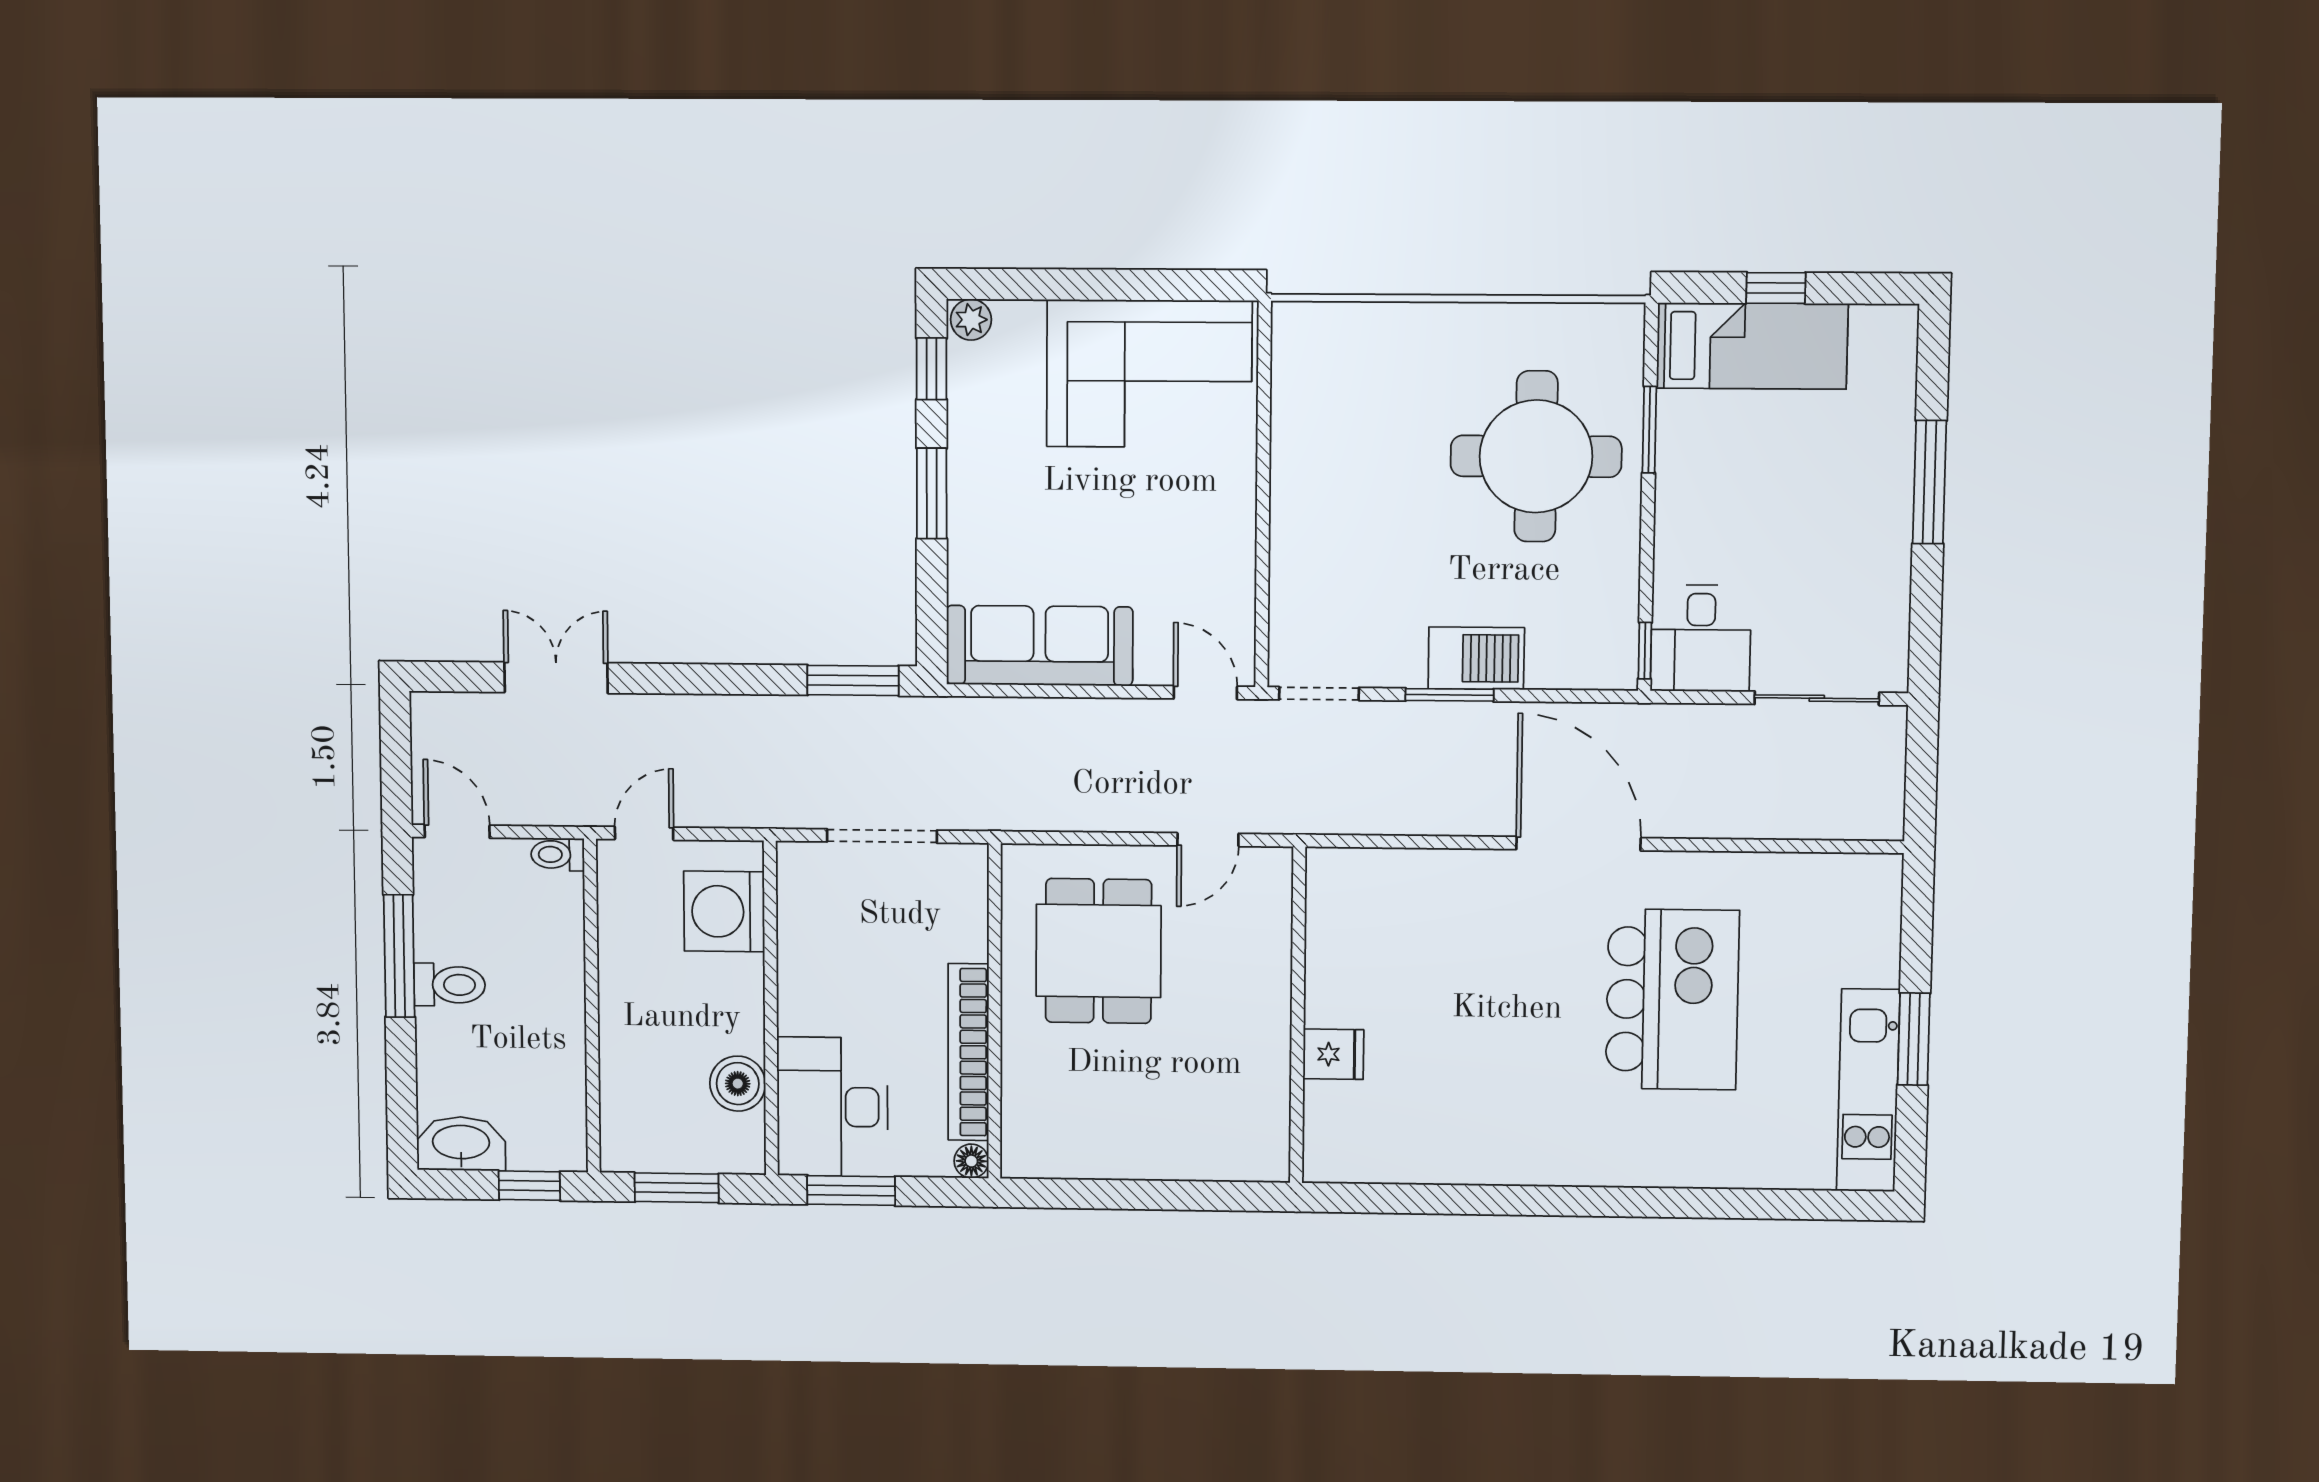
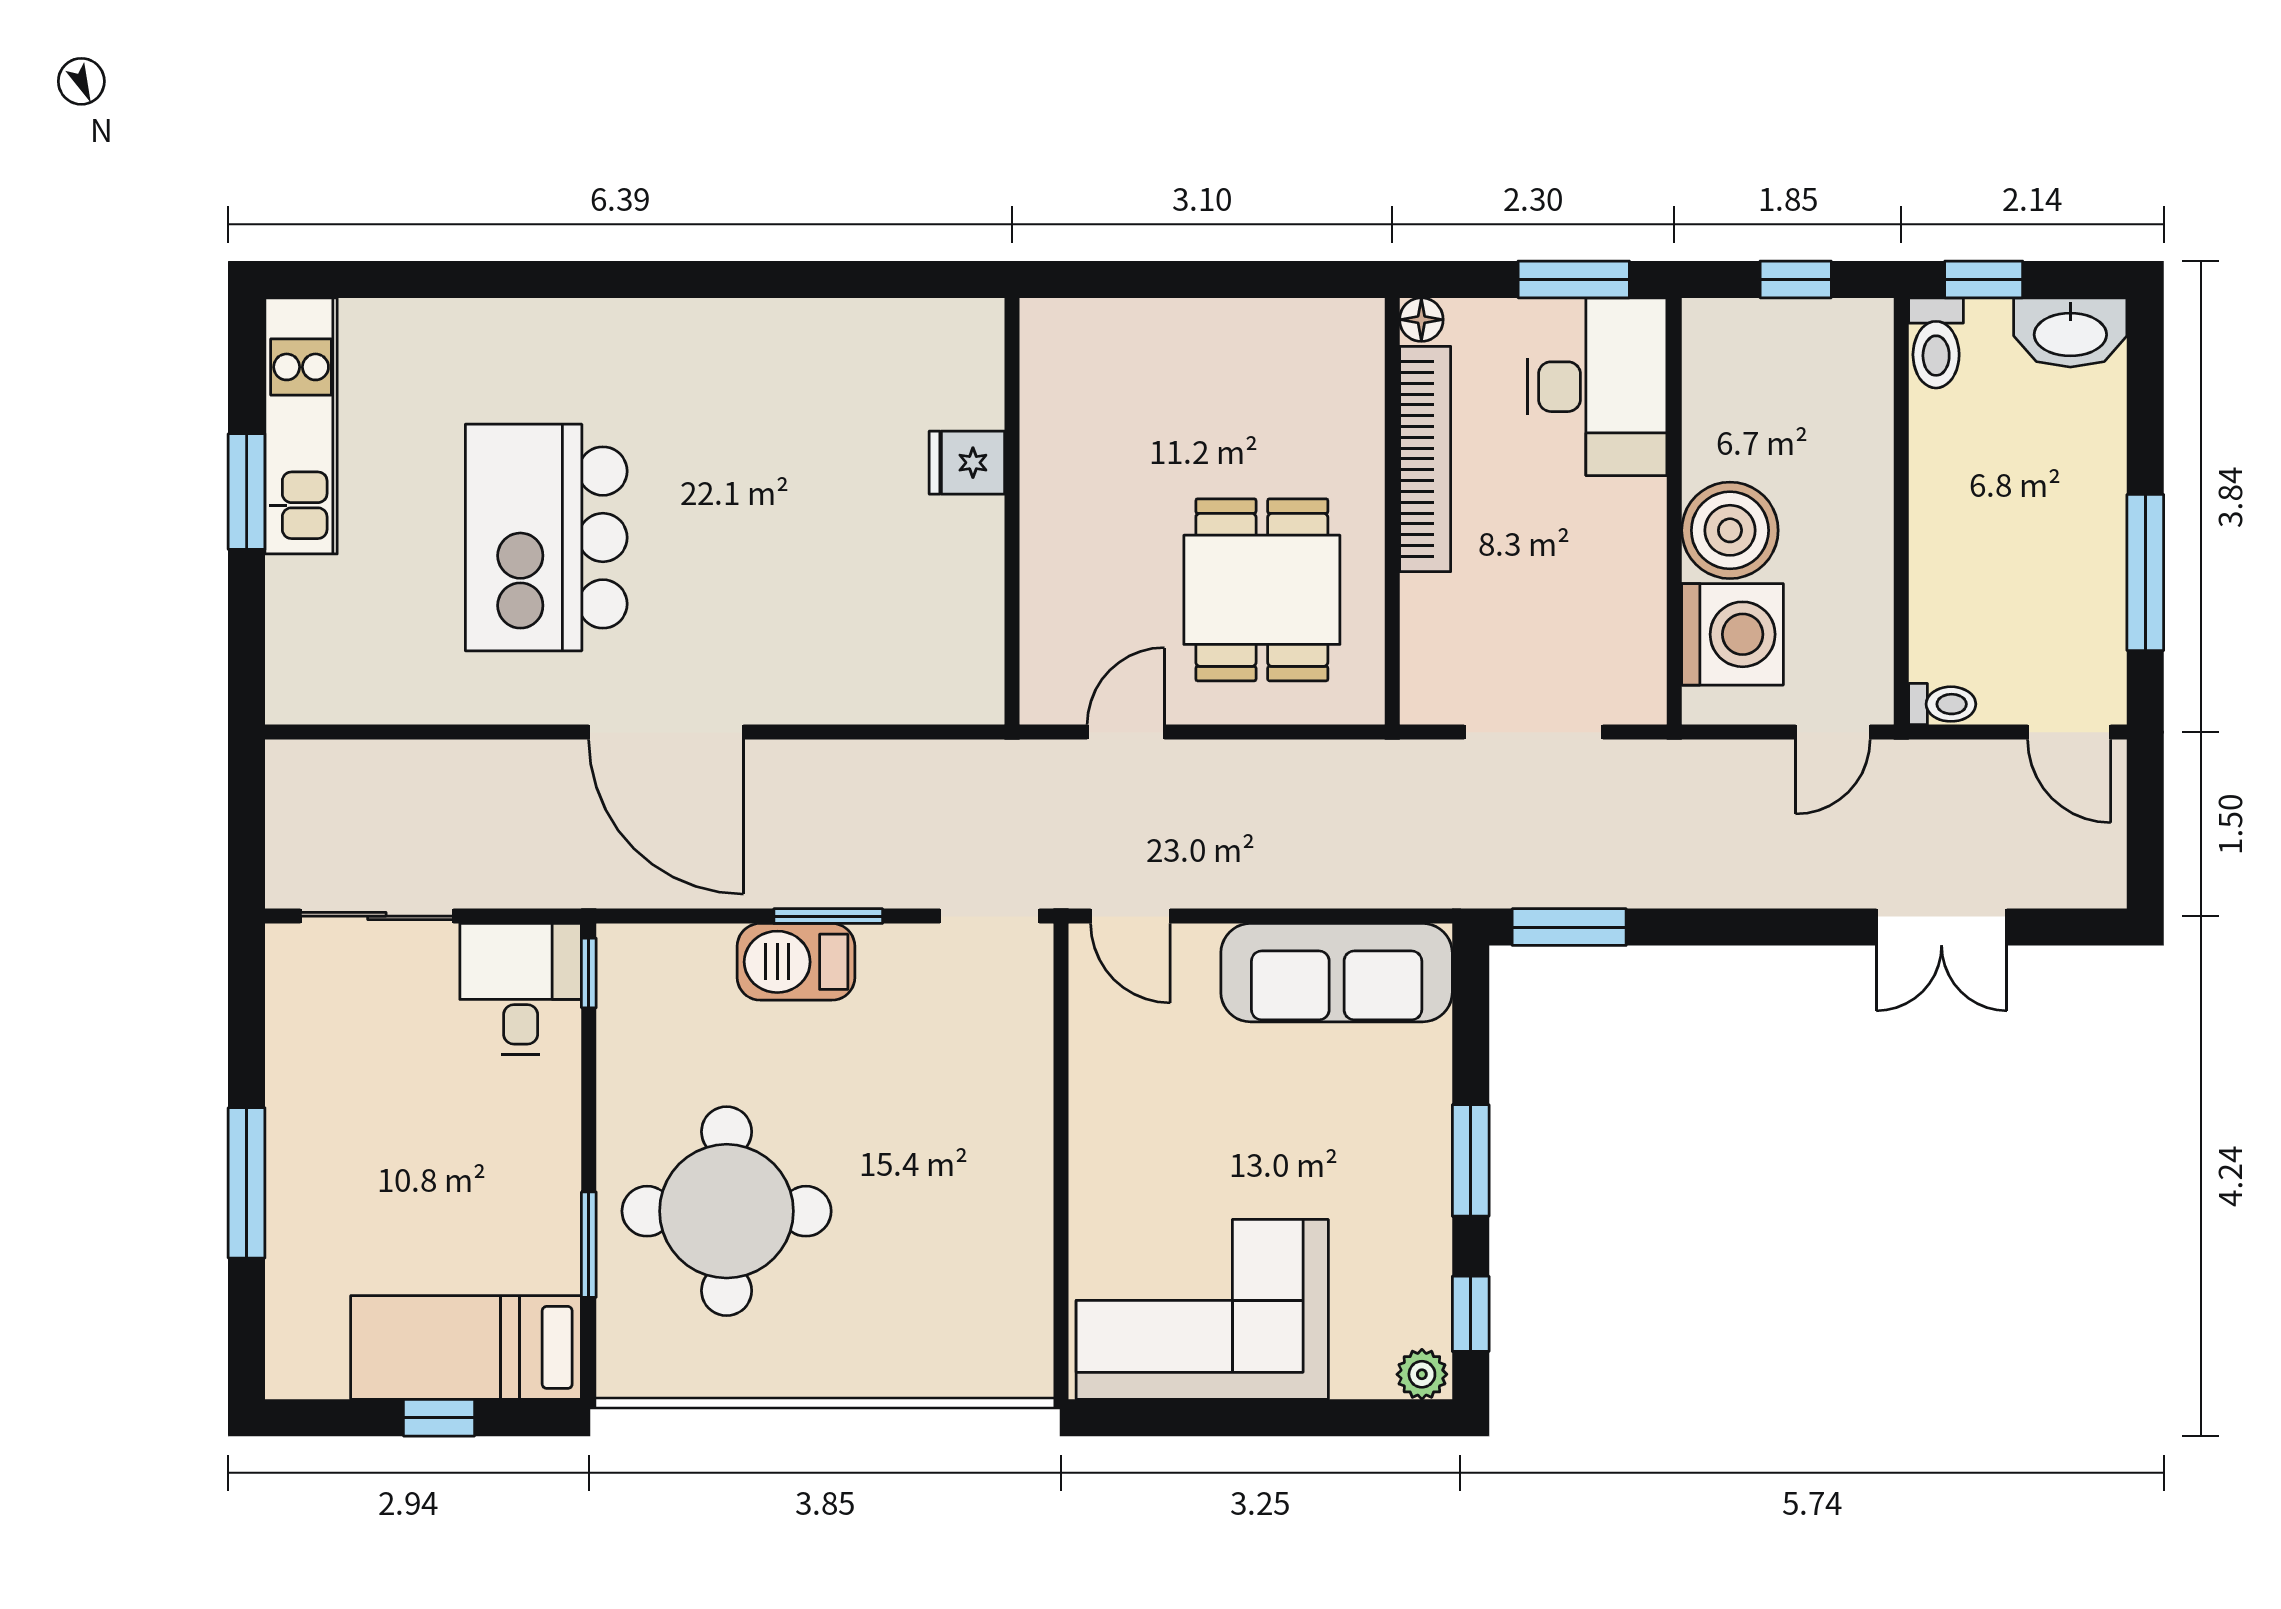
toilet: (450, 985) -> (1936, 343), moved, turned -90
boiler: (738, 1084) -> (1730, 530), moved, width x1.37, depth x1.37
window: (677, 1188) -> (1796, 279), width x0.67

